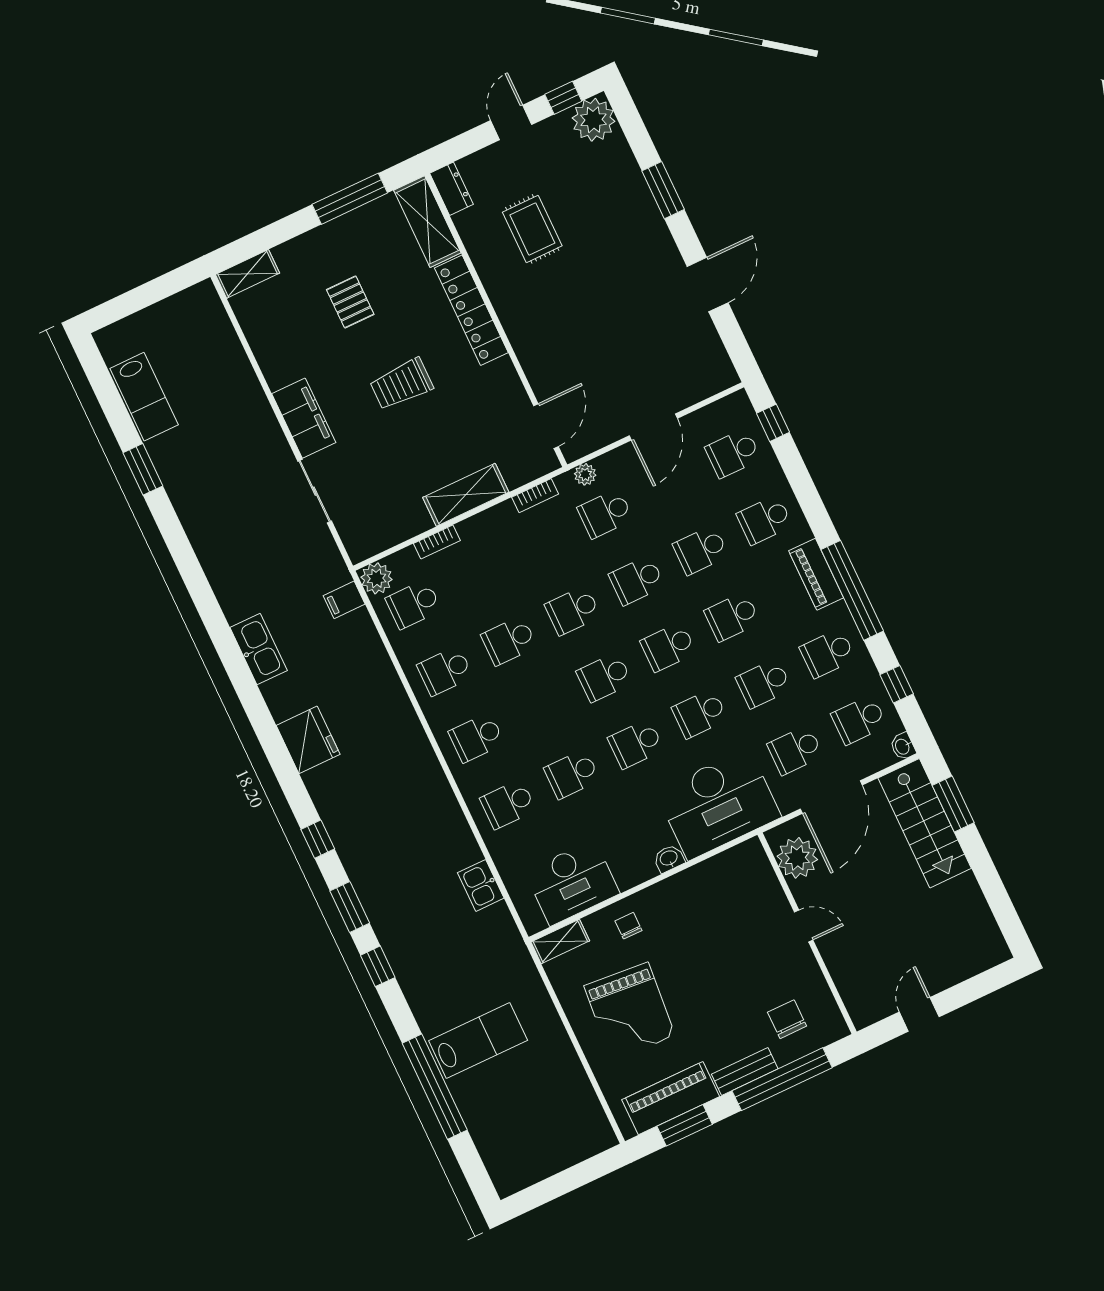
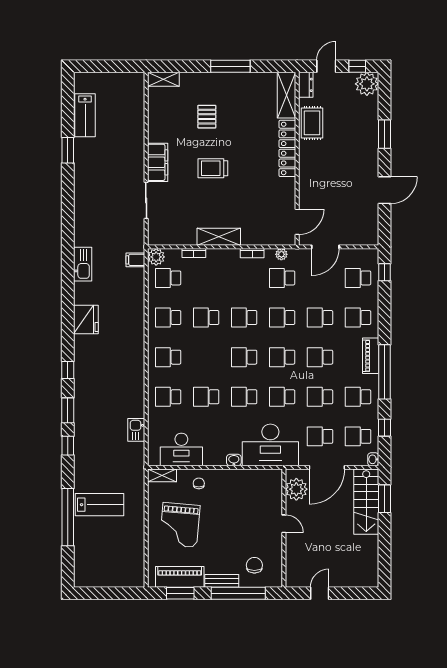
dresser: (451, 189) -> (306, 85), moved
shelving: (427, 222) -> (286, 95), moved
locker: (471, 310) -> (287, 148), moved
wall: (496, 320) -> (297, 159), moved
door: (546, 426) -> (297, 222), moved

